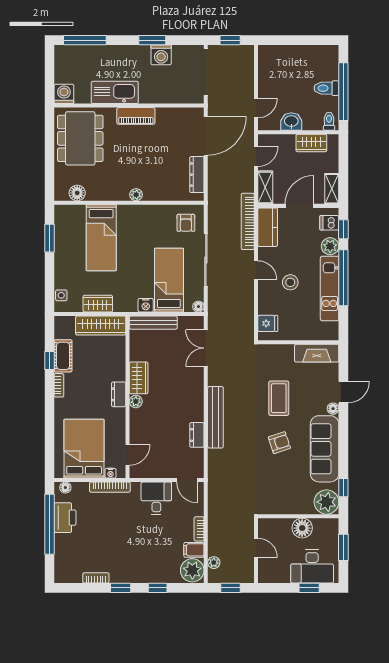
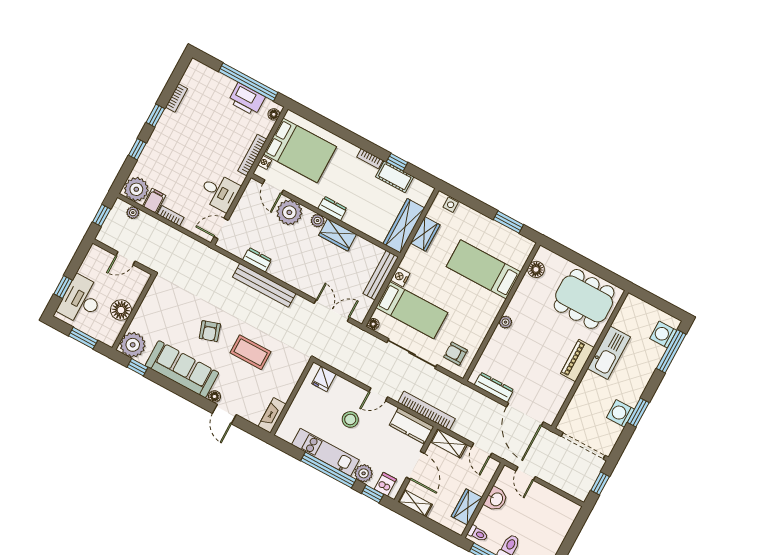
washing machine: (64, 94) -> (663, 335), moved, turned 180
fireplace: (317, 353) -> (272, 415), width x0.73, depth x0.76
plant: (142, 429) -> (289, 212), added

